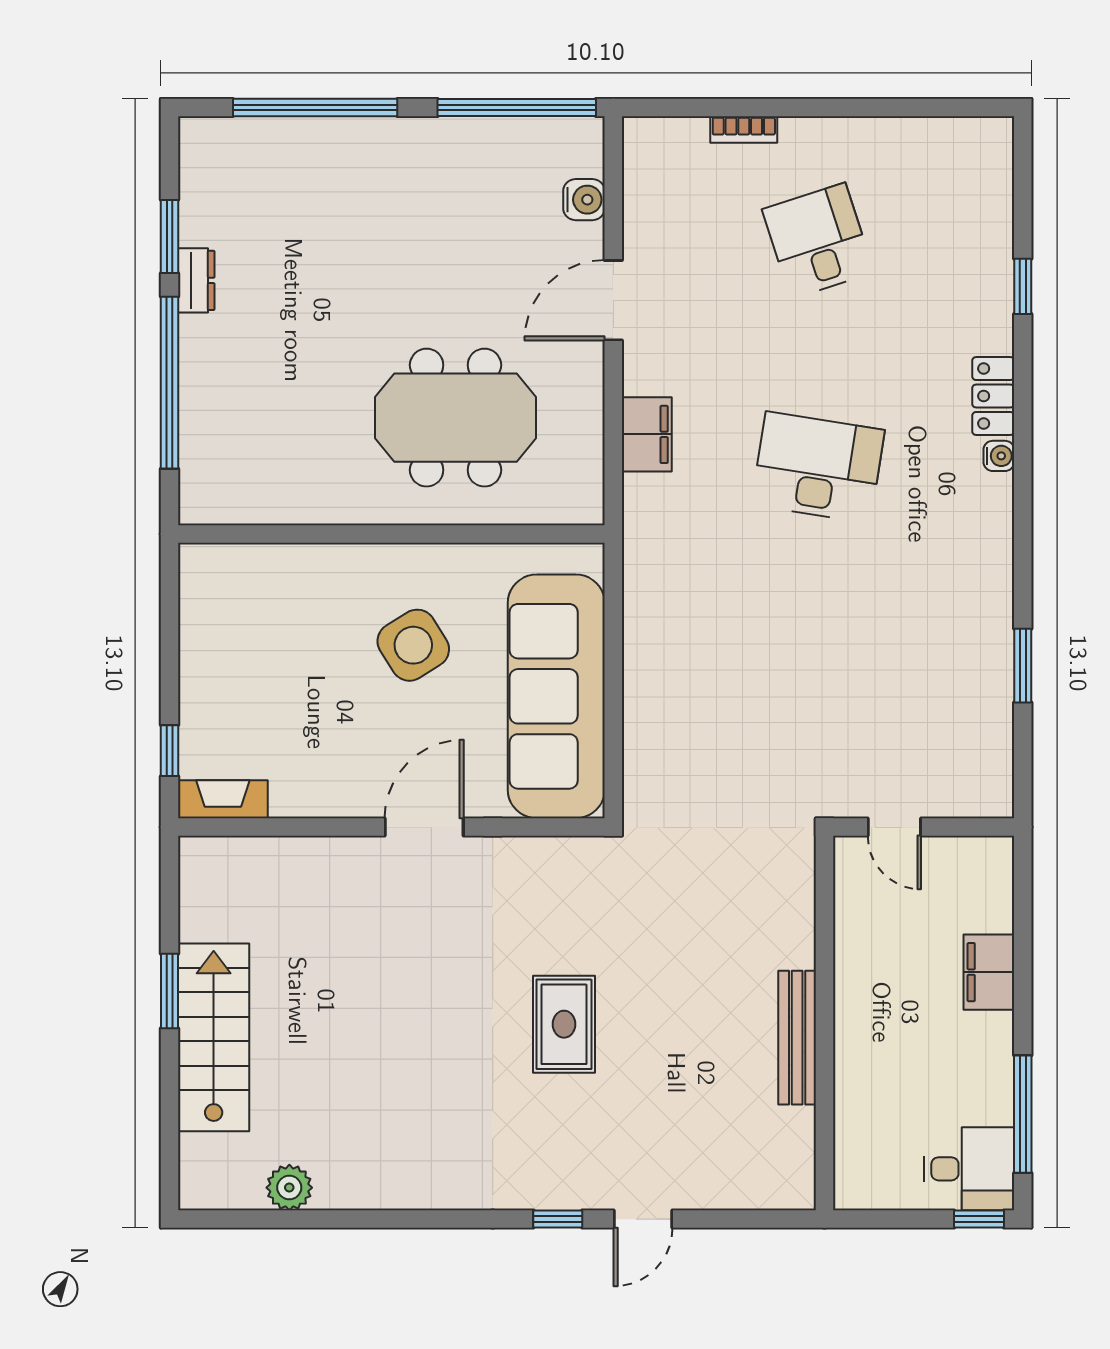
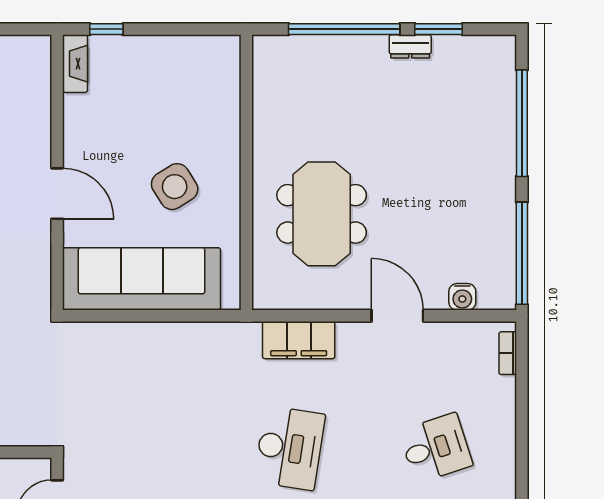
bookcase: (744, 129) -> (508, 353), moved
filing cabinet: (647, 434) -> (299, 340), width x1.50, depth x1.17

